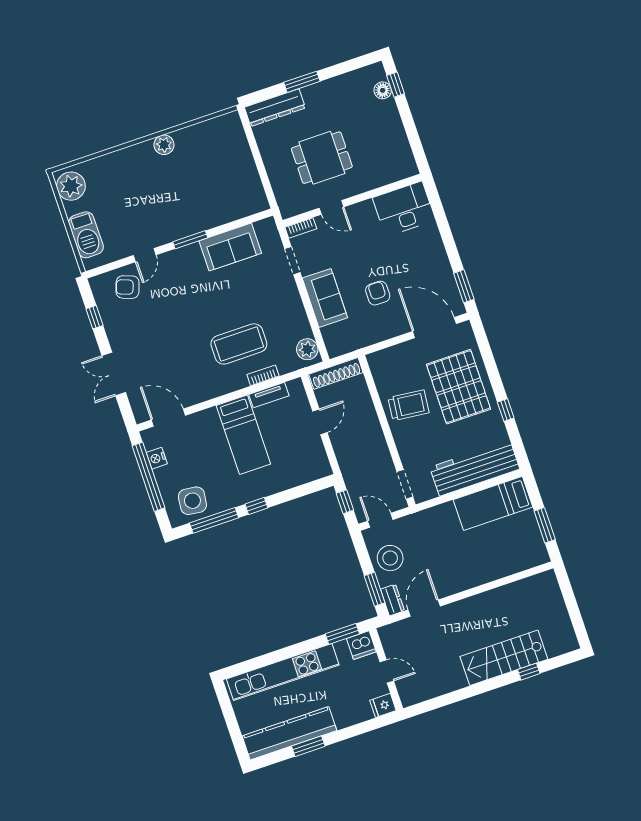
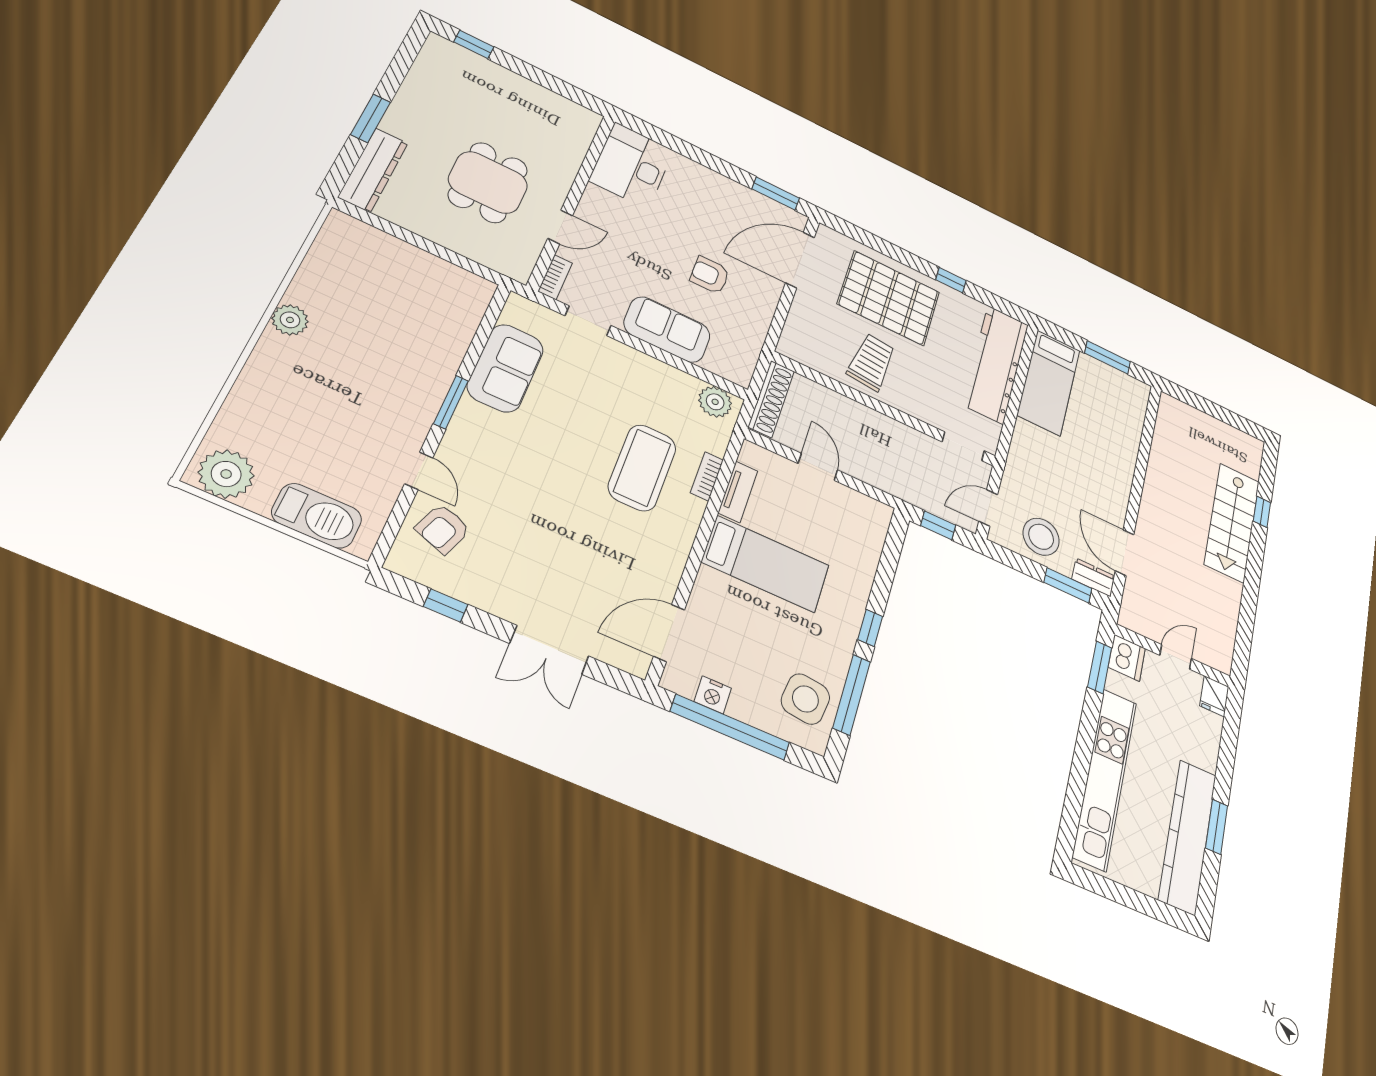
floor lamp: (383, 90) -> (468, 61), removed

